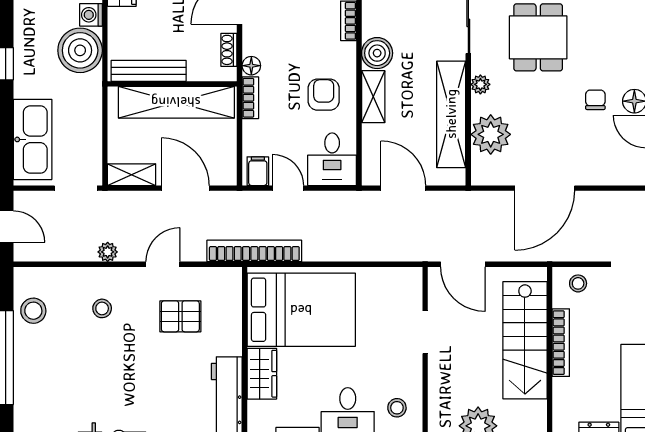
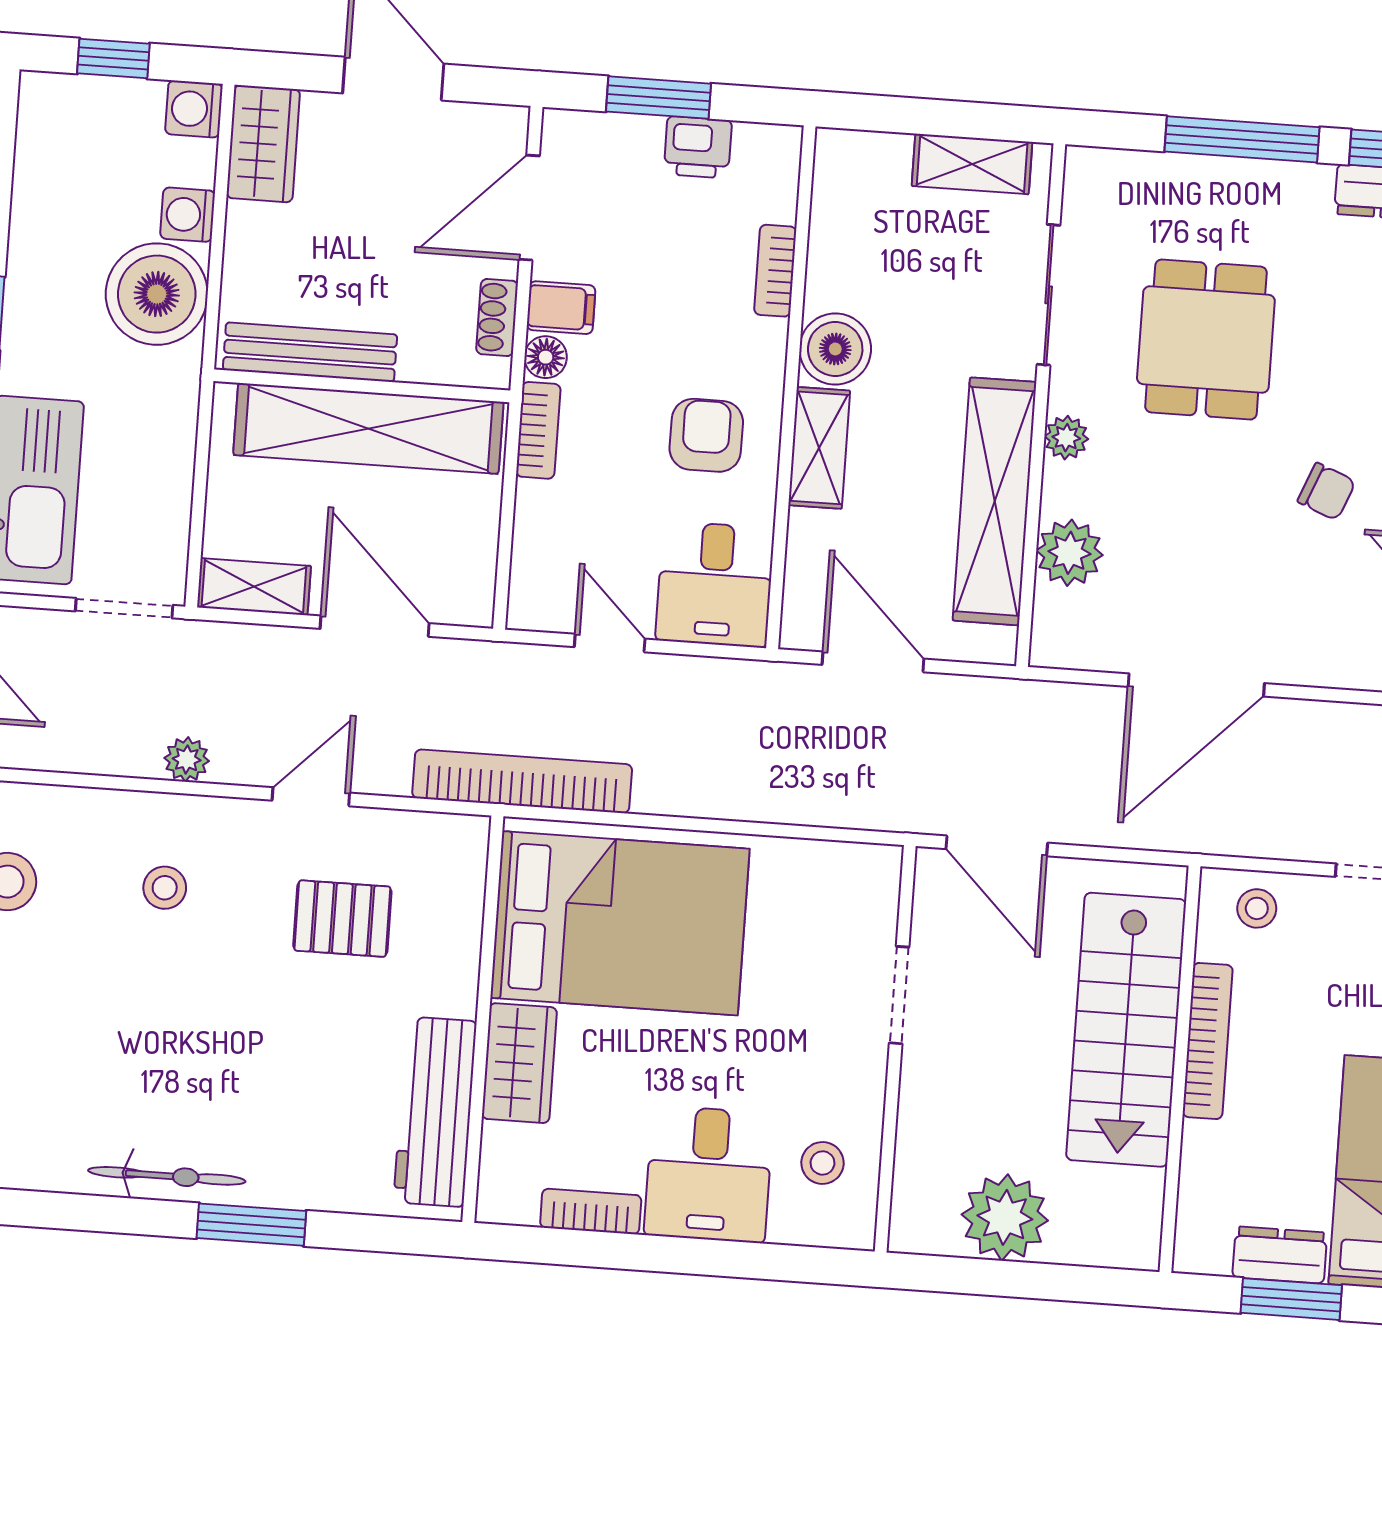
chair: (595, 100) -> (1326, 491), turned 112
plant: (491, 134) -> (1069, 553), width x0.73, depth x0.73
filing cabinet: (258, 171) -> (561, 308), moved, turned 90

